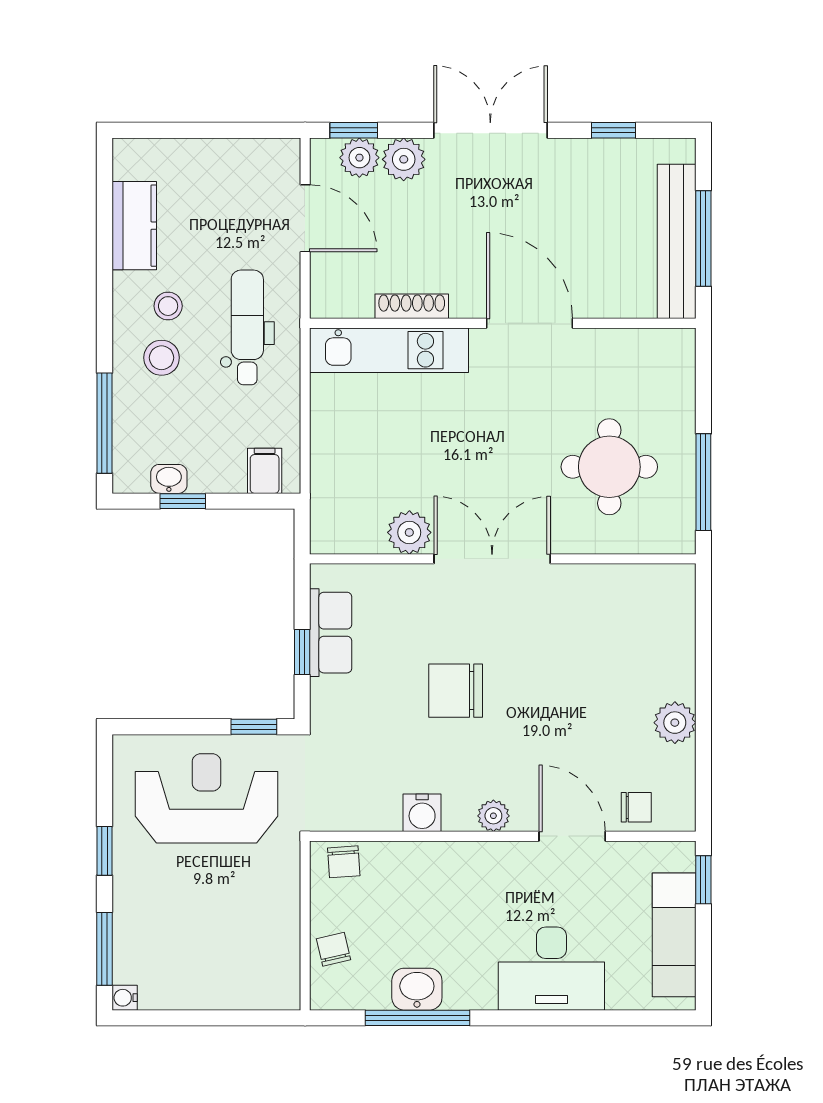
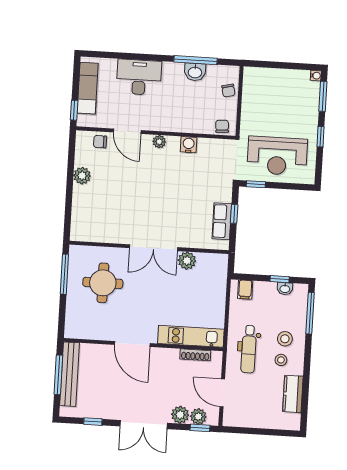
shoe rack: (412, 306) -> (195, 355), moved
chair: (456, 691) -> (172, 194), removed

